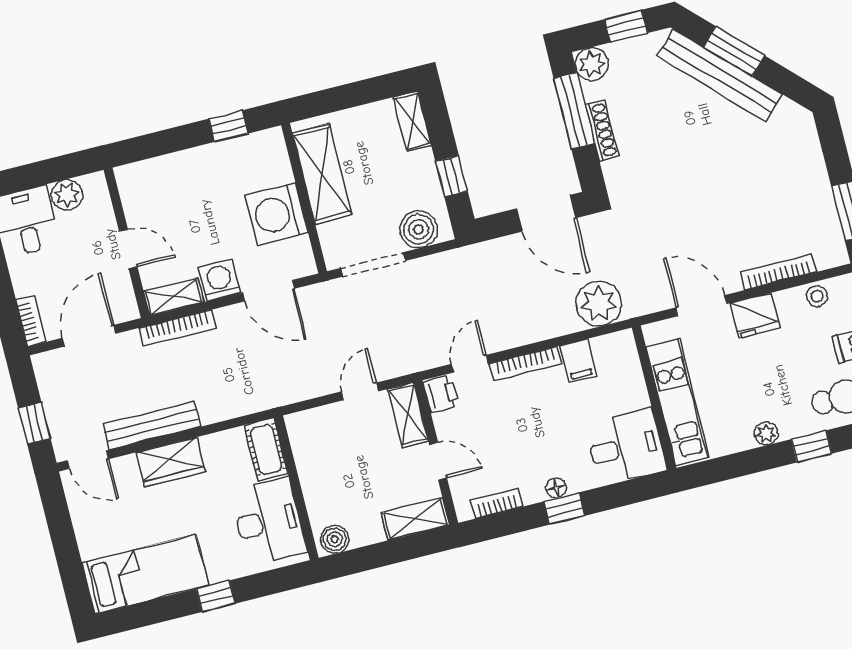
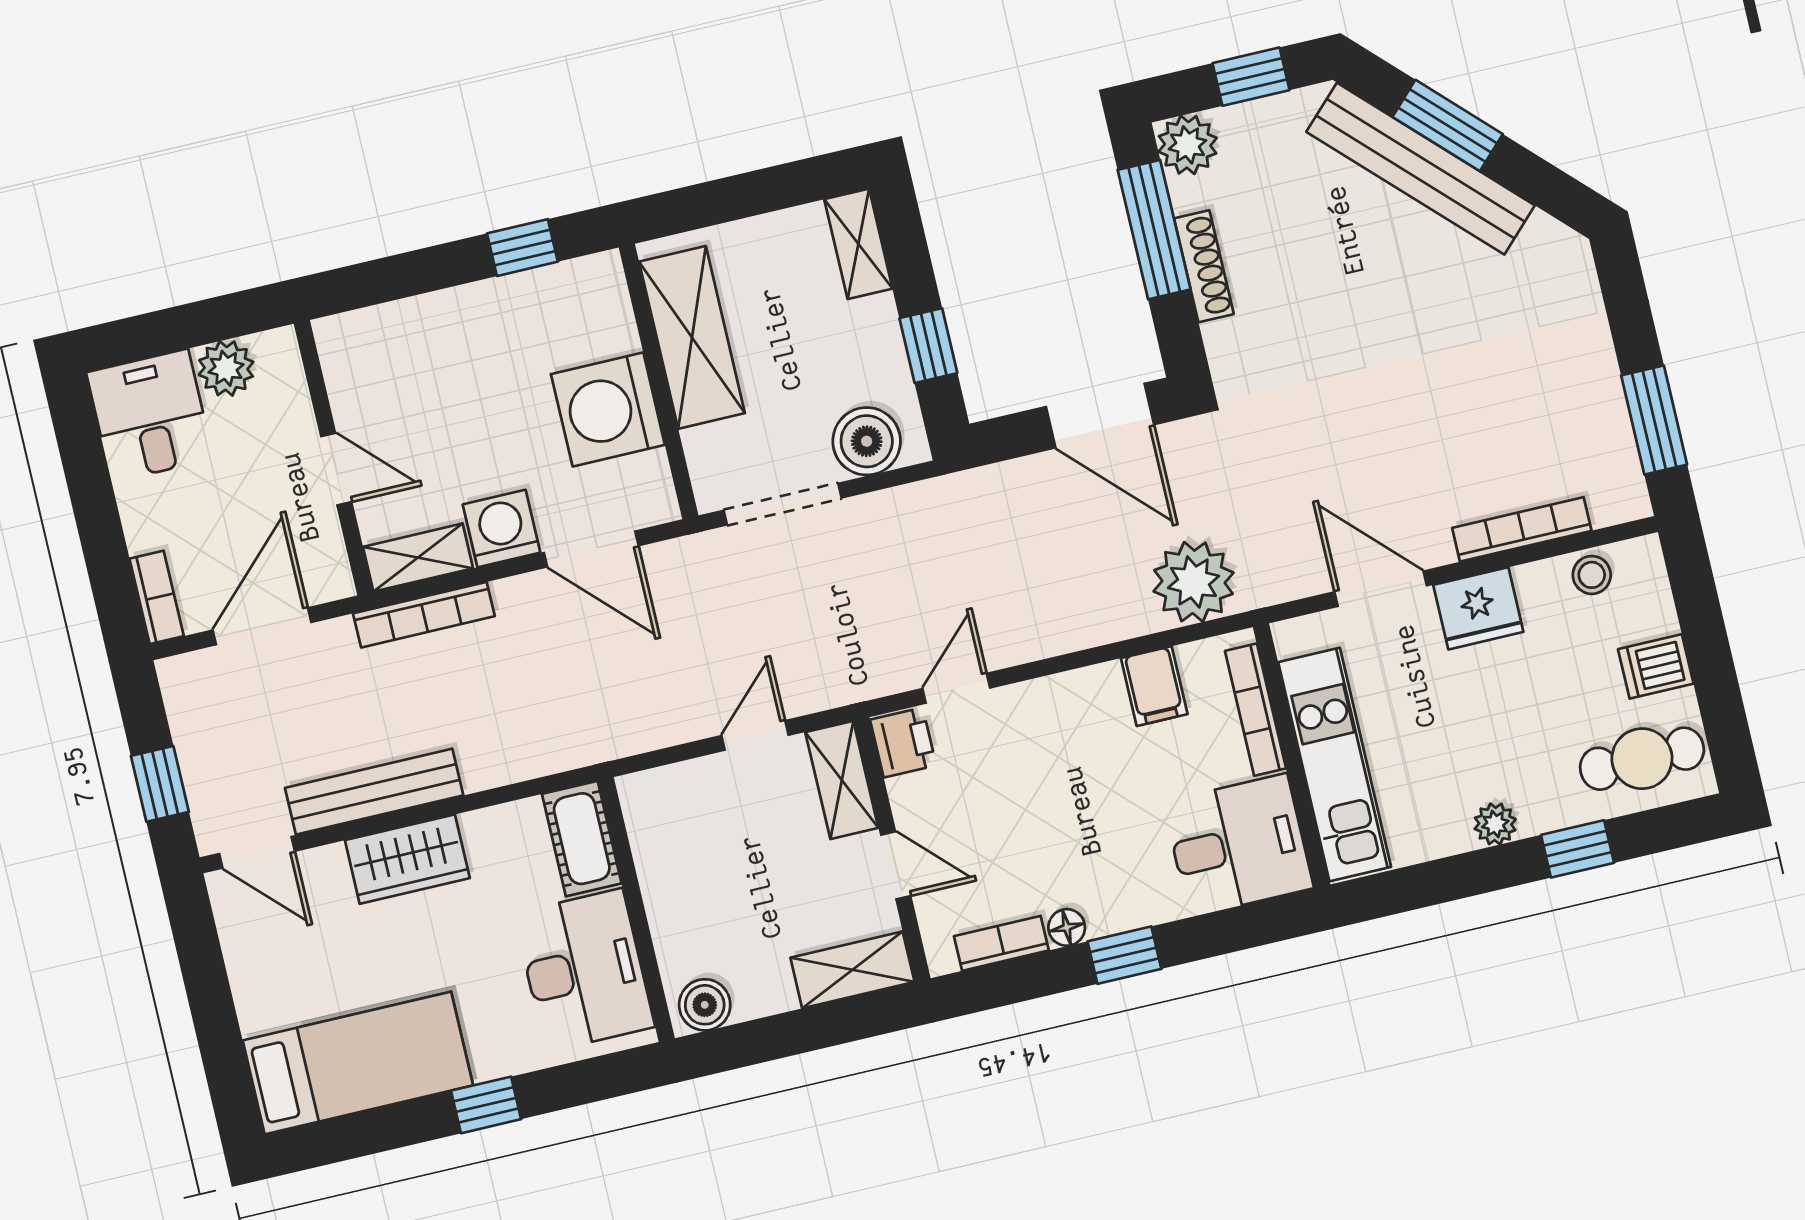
bookcase: (525, 364) -> (1255, 710), moved, turned 90
floor lamp: (556, 488) -> (1067, 927), moved

